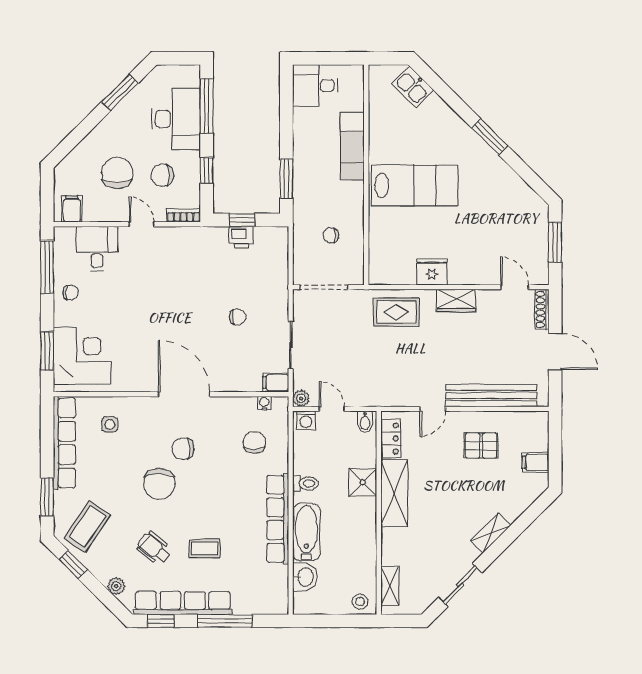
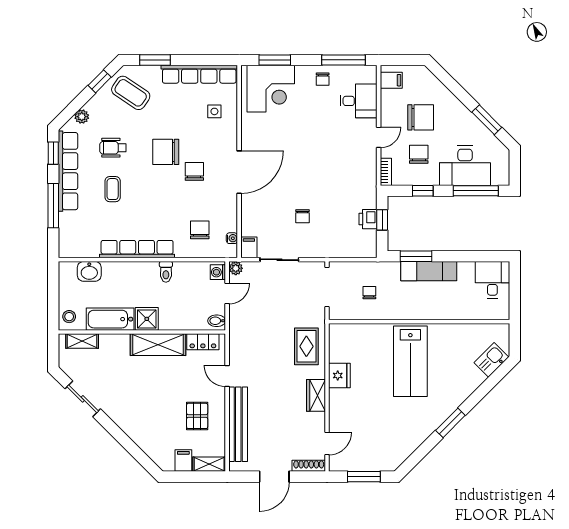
exam couch: (352, 146) -> (429, 271), moved, turned 180
chair: (254, 442) -> (200, 230), turned -90
shower: (363, 482) -> (147, 319), moved
bathtub: (306, 532) -> (110, 319), moved, turned 180
shelving: (491, 533) -> (209, 464), moved, turned -45
wheelchair: (154, 548) -> (113, 148), turned -128

